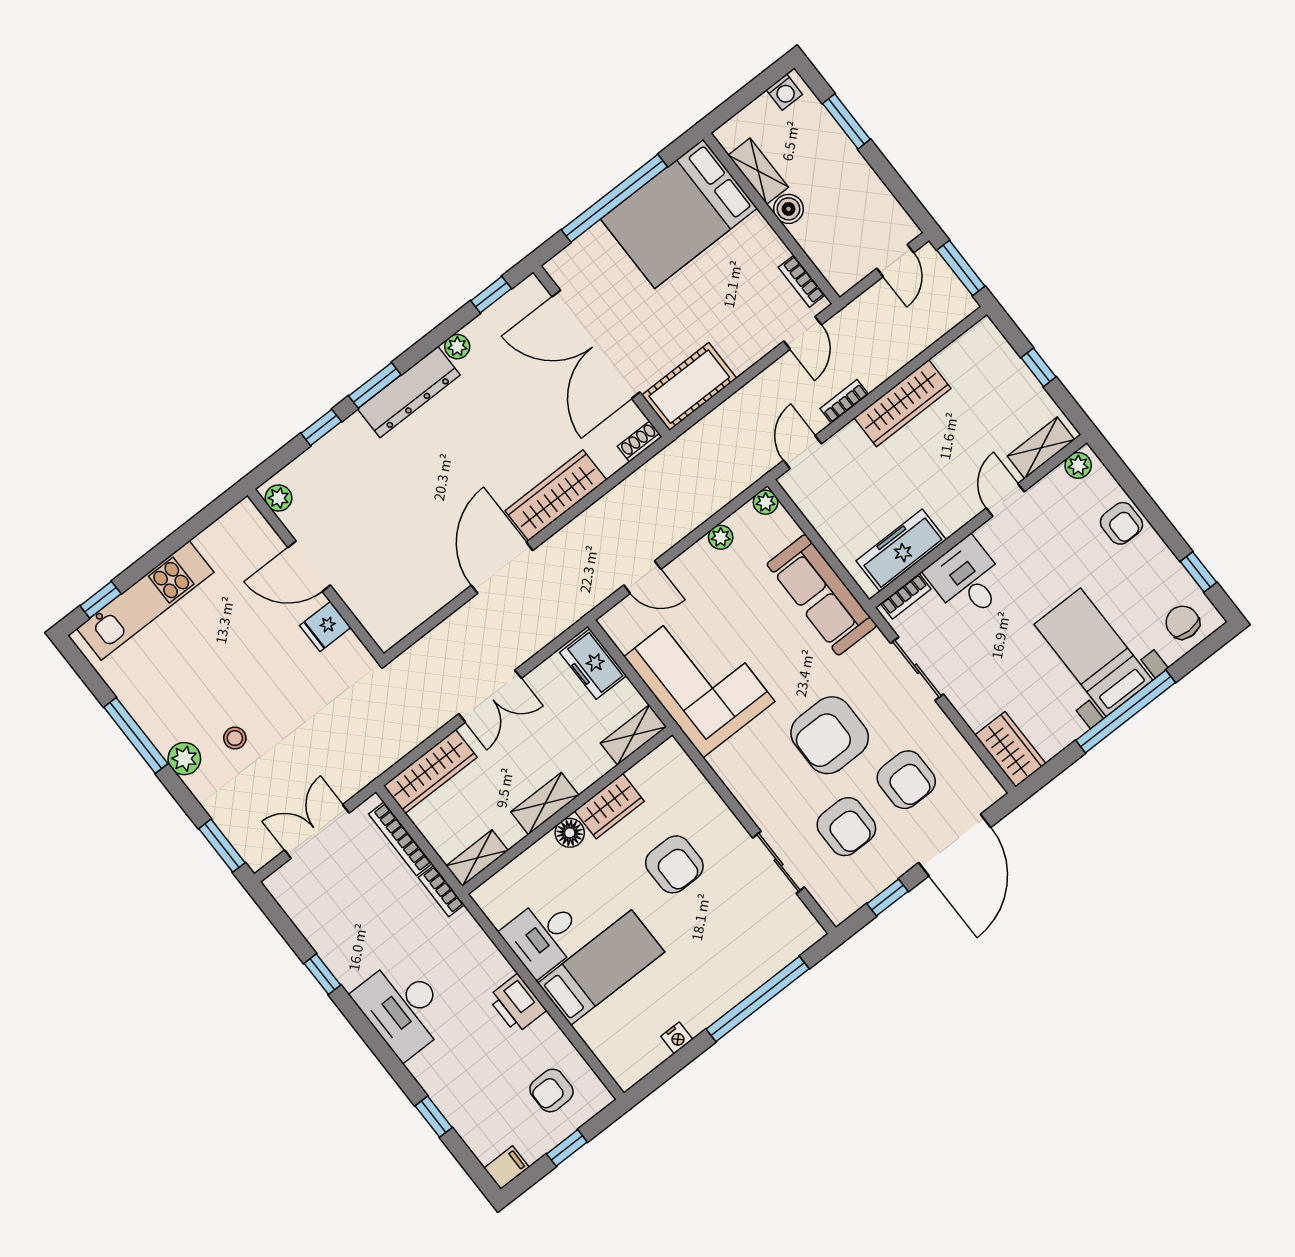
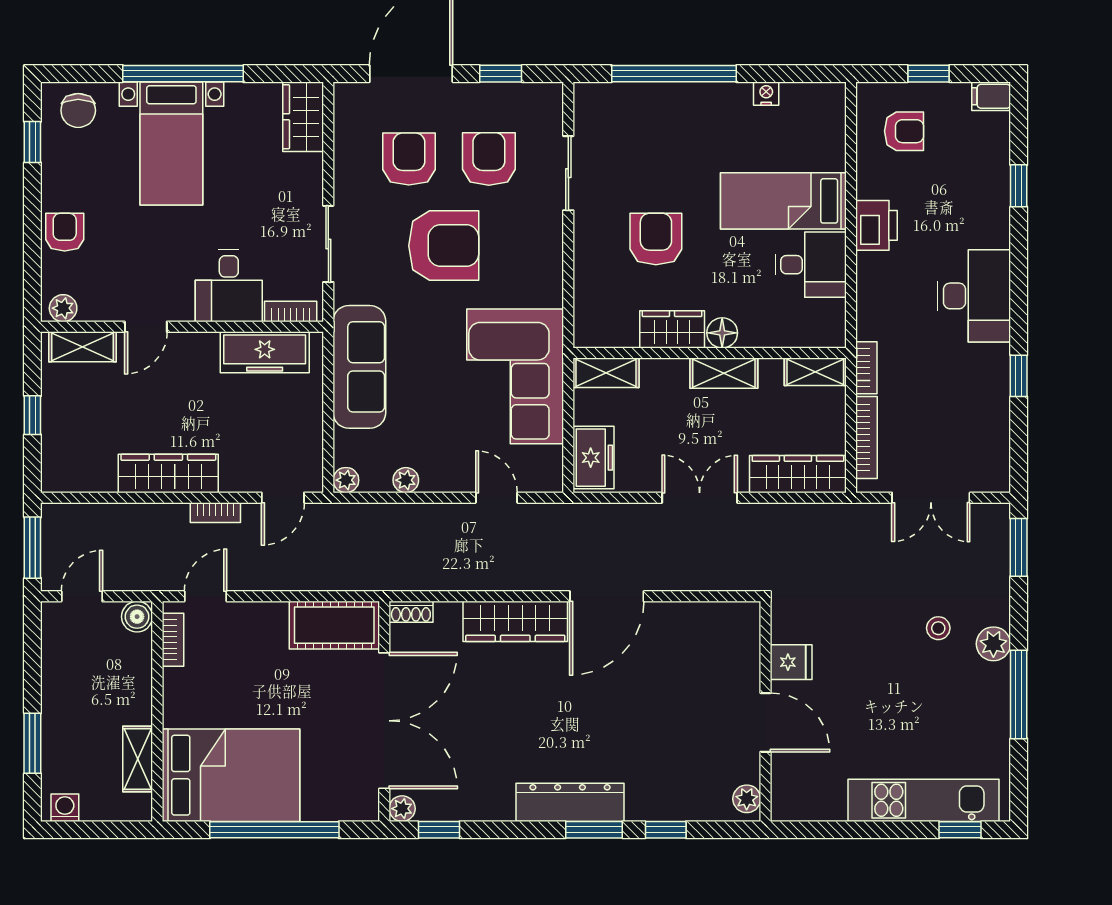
boiler: (788, 209) -> (137, 617), moved
plant: (457, 347) -> (402, 809), moved

